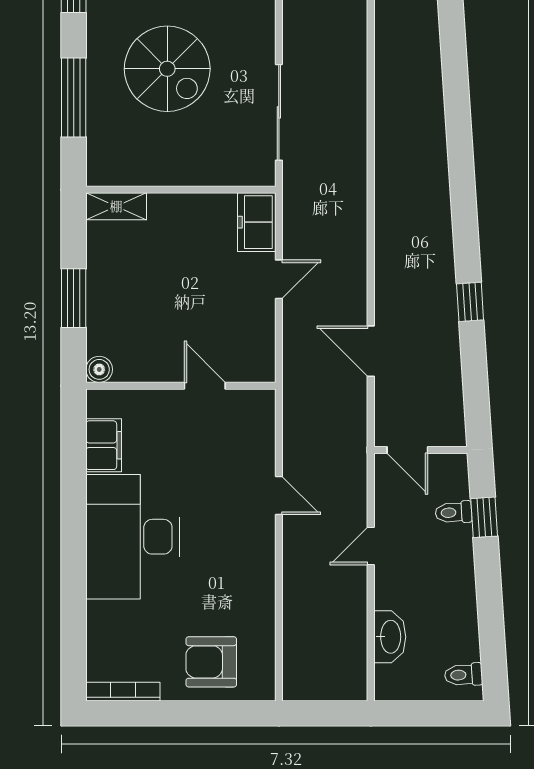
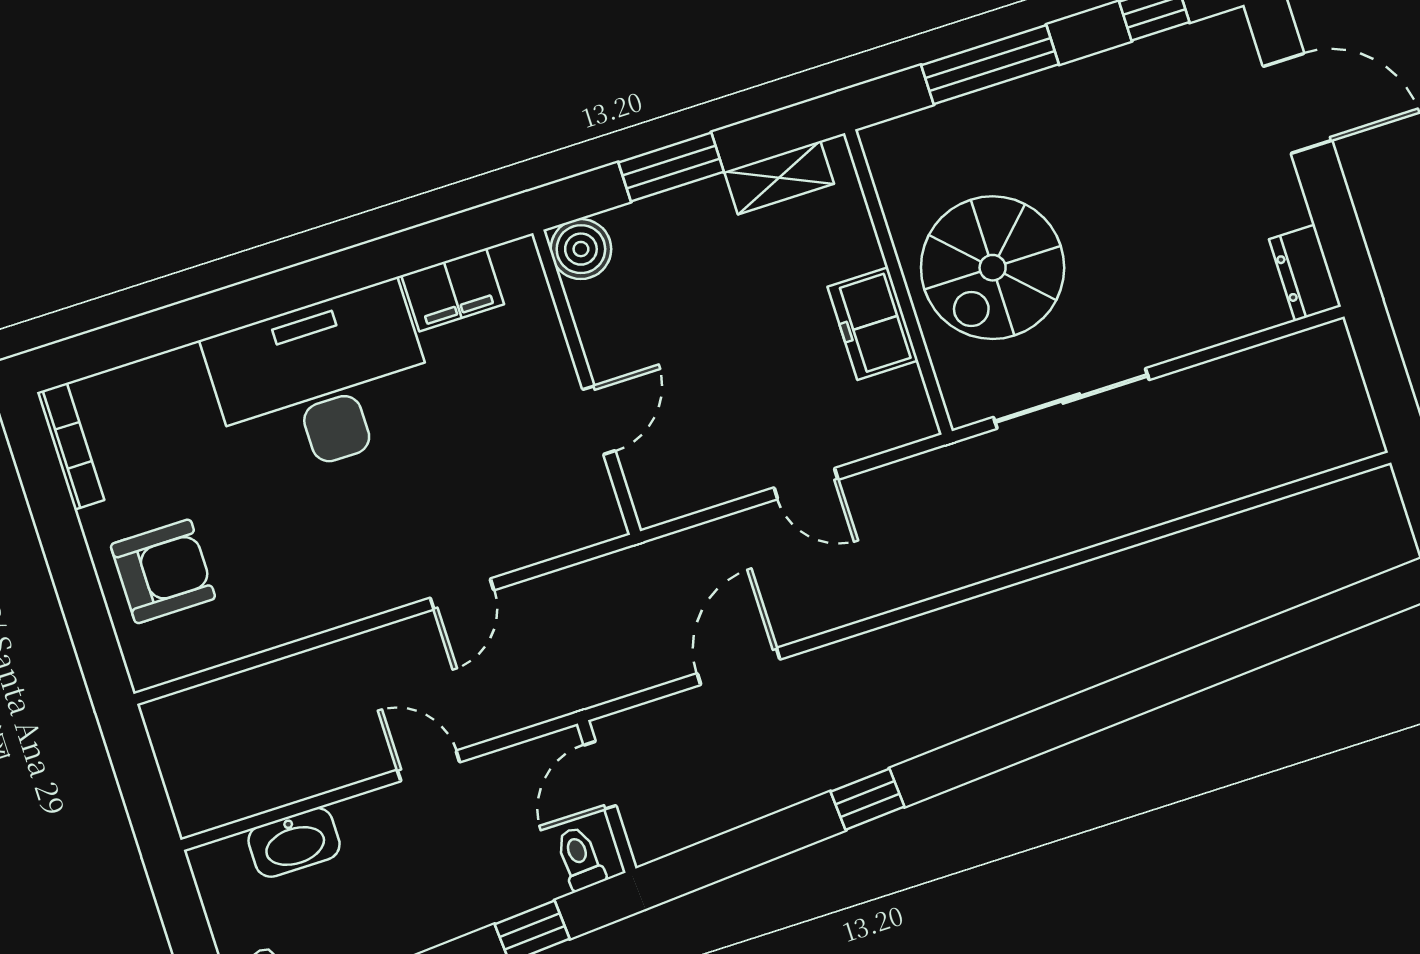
spiral stairs: (167, 69) -> (993, 268), moved
shelving: (116, 206) -> (779, 178), moved, turned 90
freezer: (257, 222) -> (873, 324), moved, turned -90
boiler: (99, 369) -> (581, 249), width x1.36, depth x1.36
toilet: (454, 512) -> (580, 858), moved
armchair: (211, 662) -> (163, 571), turned 90

